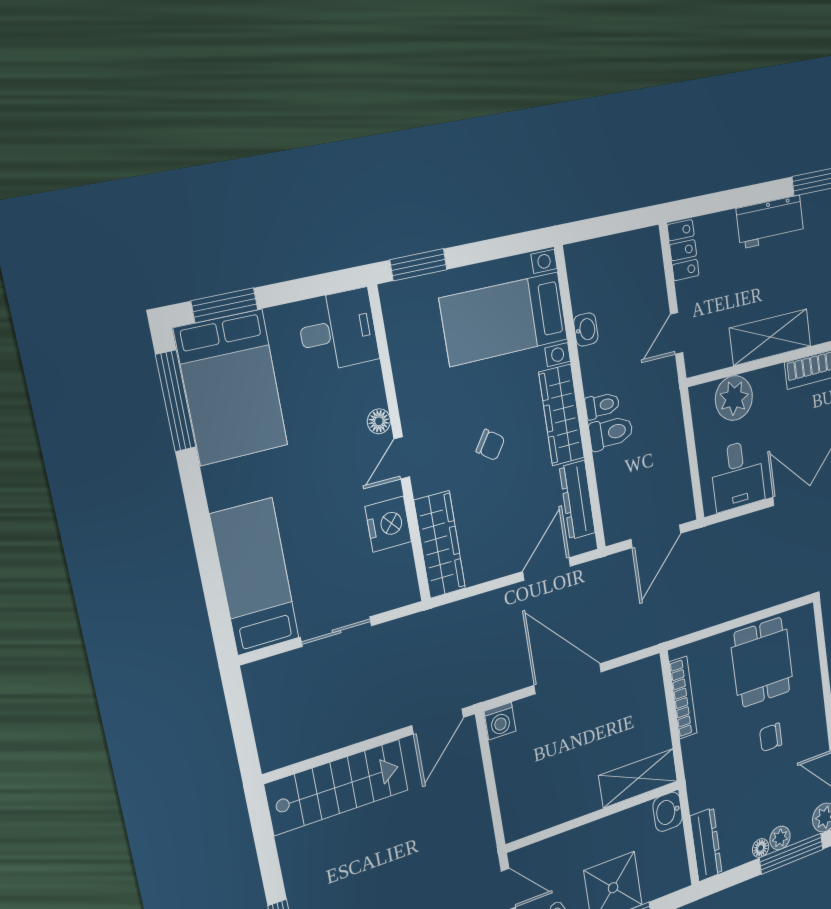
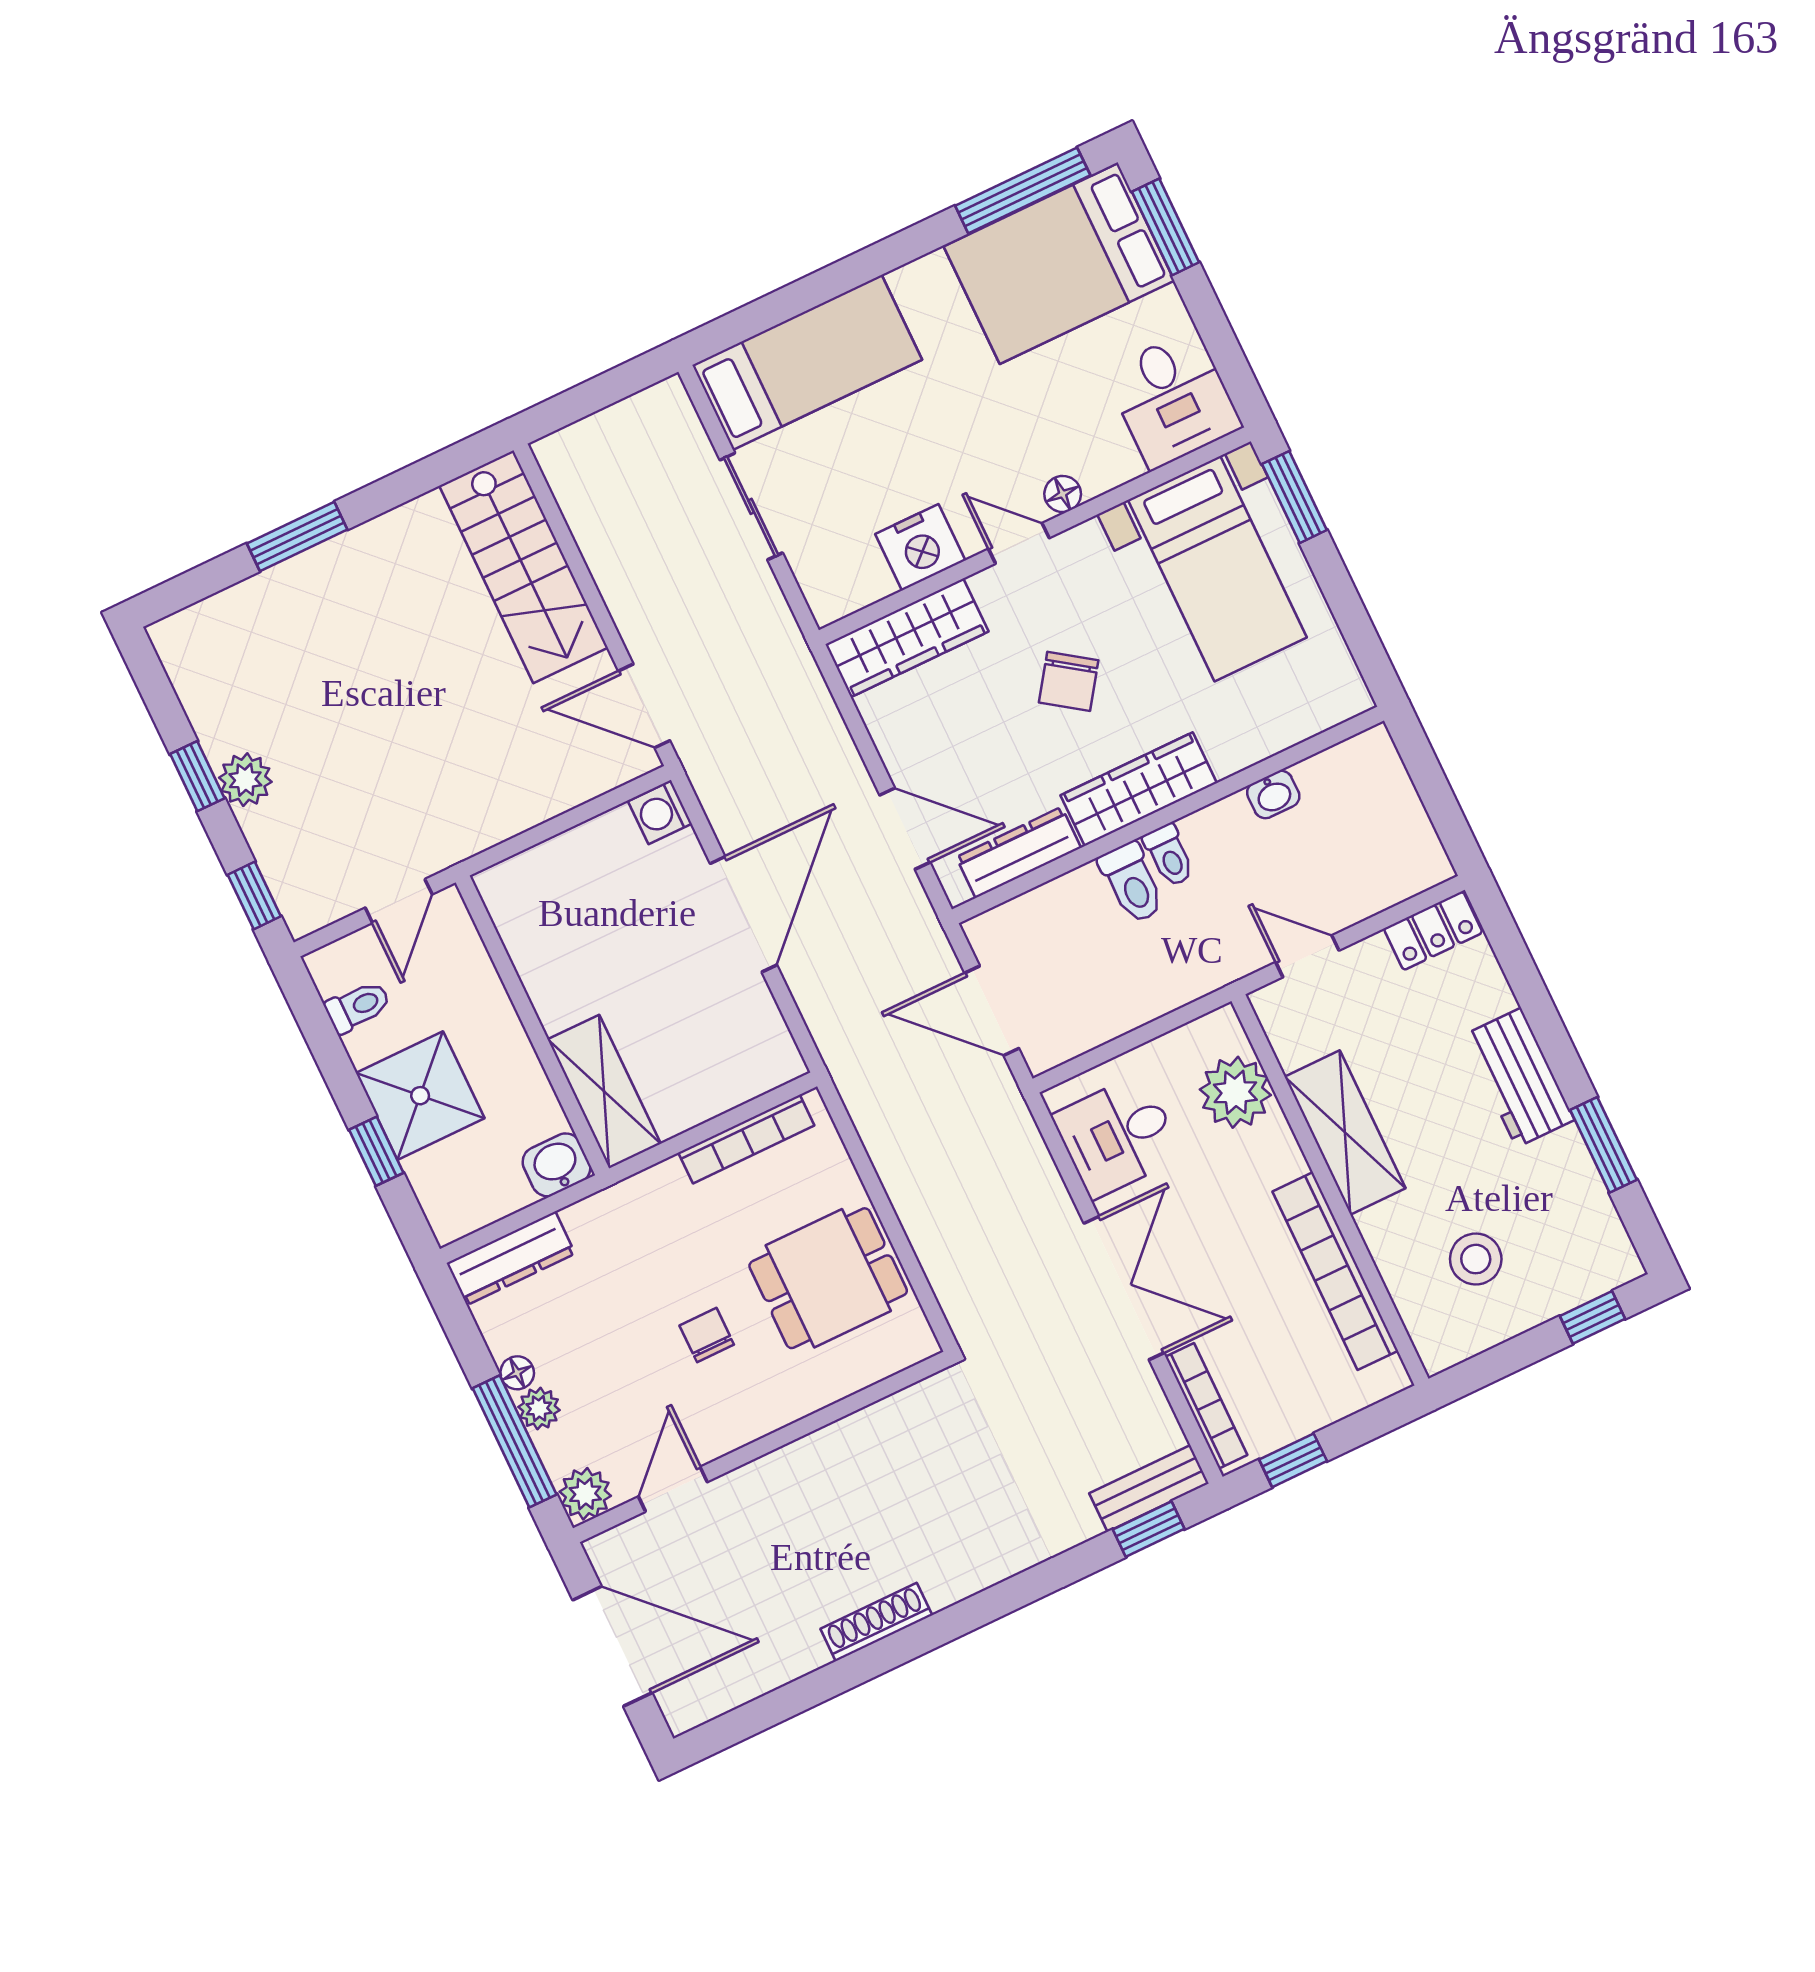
bed with nightstands: (504, 319) -> (1217, 569), moved, turned 180
chair: (490, 445) -> (1069, 681), width x1.37, depth x1.37

